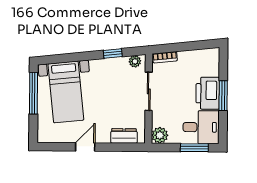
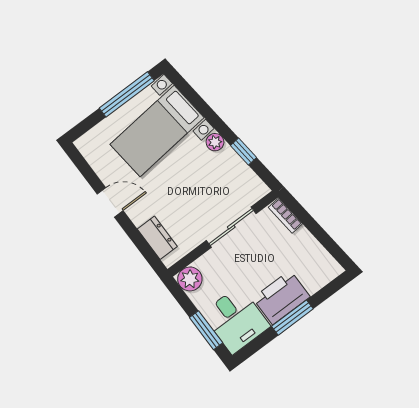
plant: (135, 61) -> (215, 142), moved

